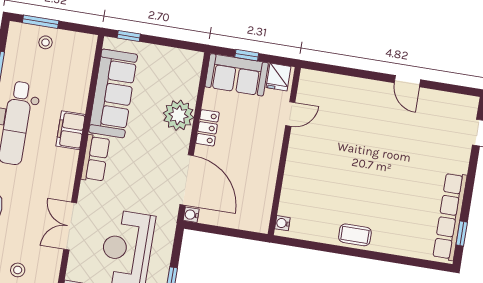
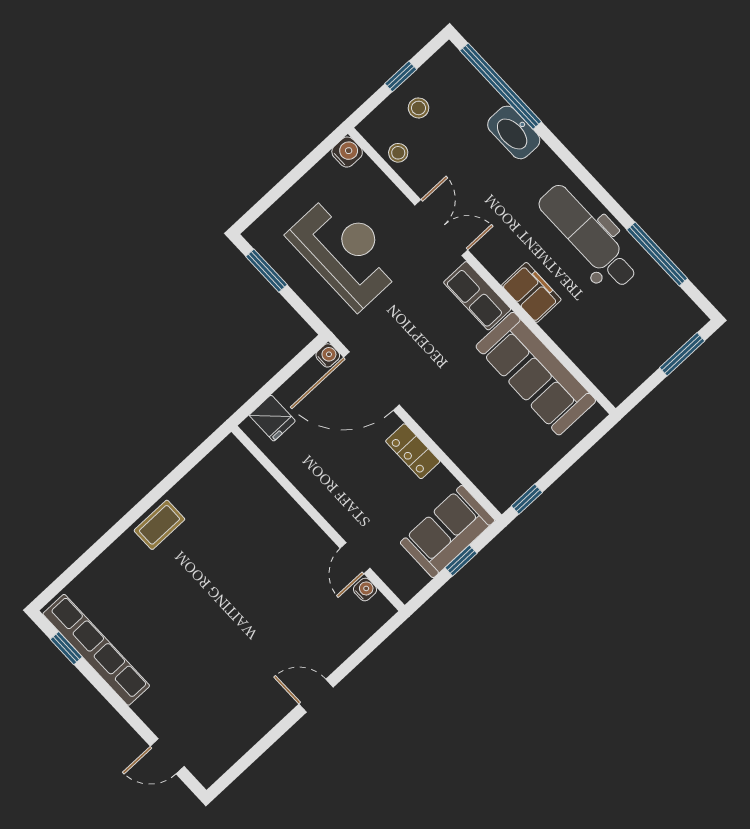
window: (129, 36) -> (527, 499), moved
stool: (45, 42) -> (398, 153), moved
fridge: (278, 77) -> (272, 418), moved, turned 180
door: (407, 81) -> (316, 696), moved
plant: (178, 115) -> (453, 429), removed
water cooler: (282, 223) -> (365, 589), moved
double door: (70, 226) -> (441, 228), moved

